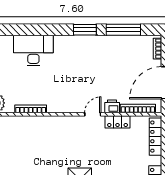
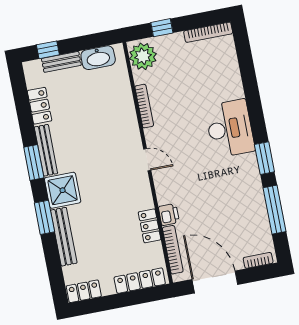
desk: (33, 51) -> (230, 129), moved
door: (93, 114) -> (147, 160), moved

